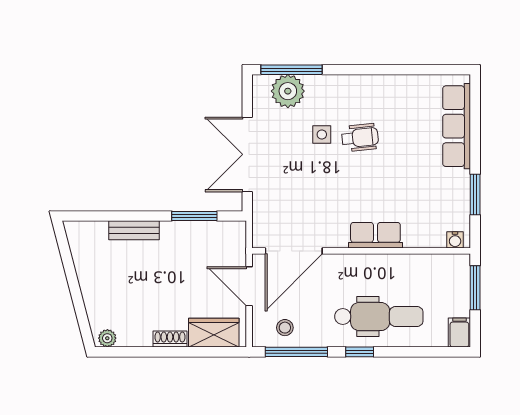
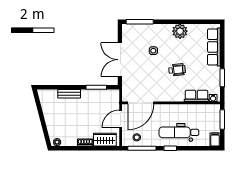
plant: (288, 91) -> (180, 31), moved
wheelchair: (360, 138) -> (177, 70), moved
row of seats: (375, 235) -> (197, 96), moved
door: (249, 286) -> (121, 119), hinge flipped
dental chair: (379, 317) -> (179, 132), turned 180

